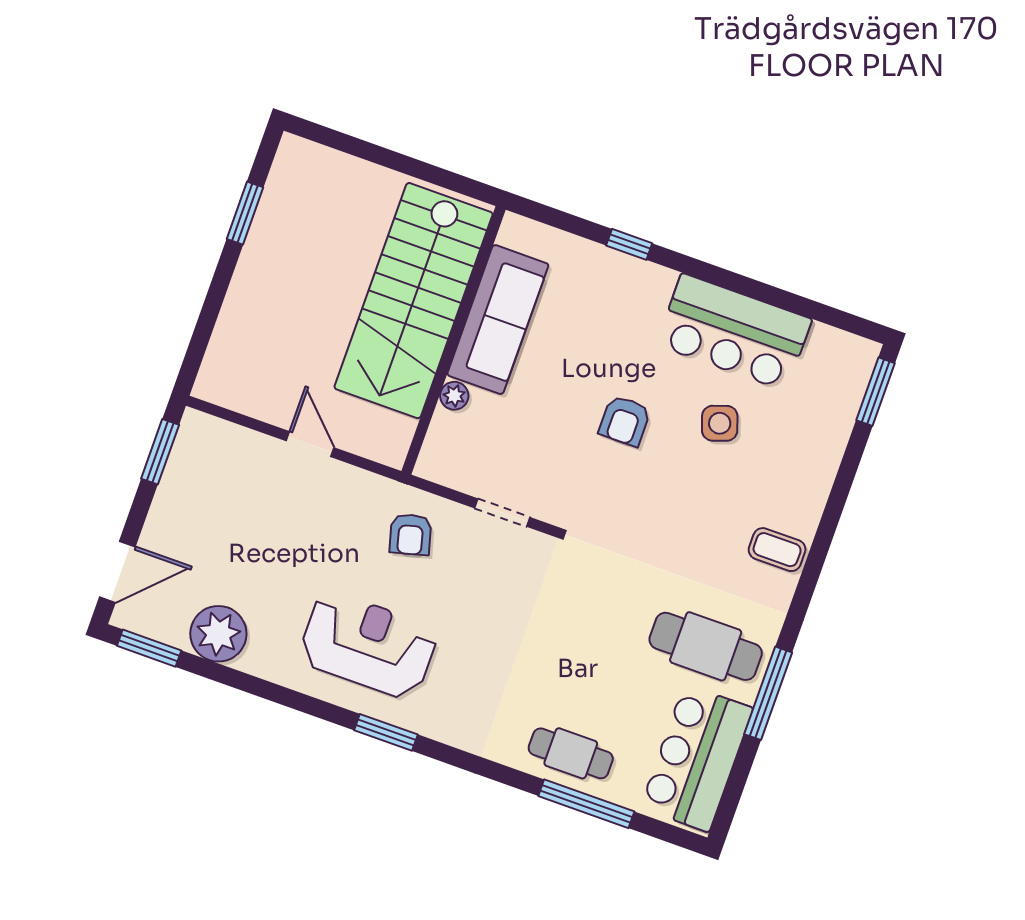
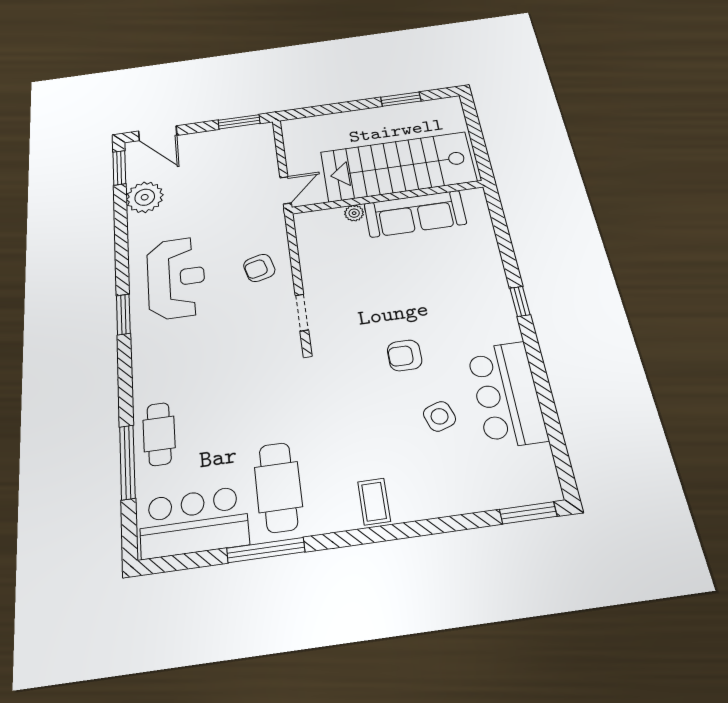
stairs: (414, 301) -> (398, 167), moved
sofa: (498, 320) -> (415, 214), moved
wall: (453, 340) -> (387, 197), moved
plant: (454, 396) -> (354, 213), moved

